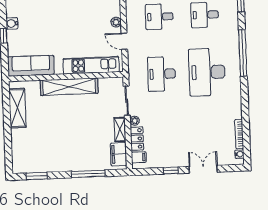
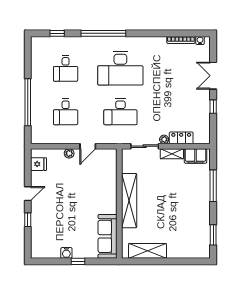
kitchen unit: (91, 65) -> (109, 179), removed
filing cabinet: (139, 157) -> (199, 137), removed

